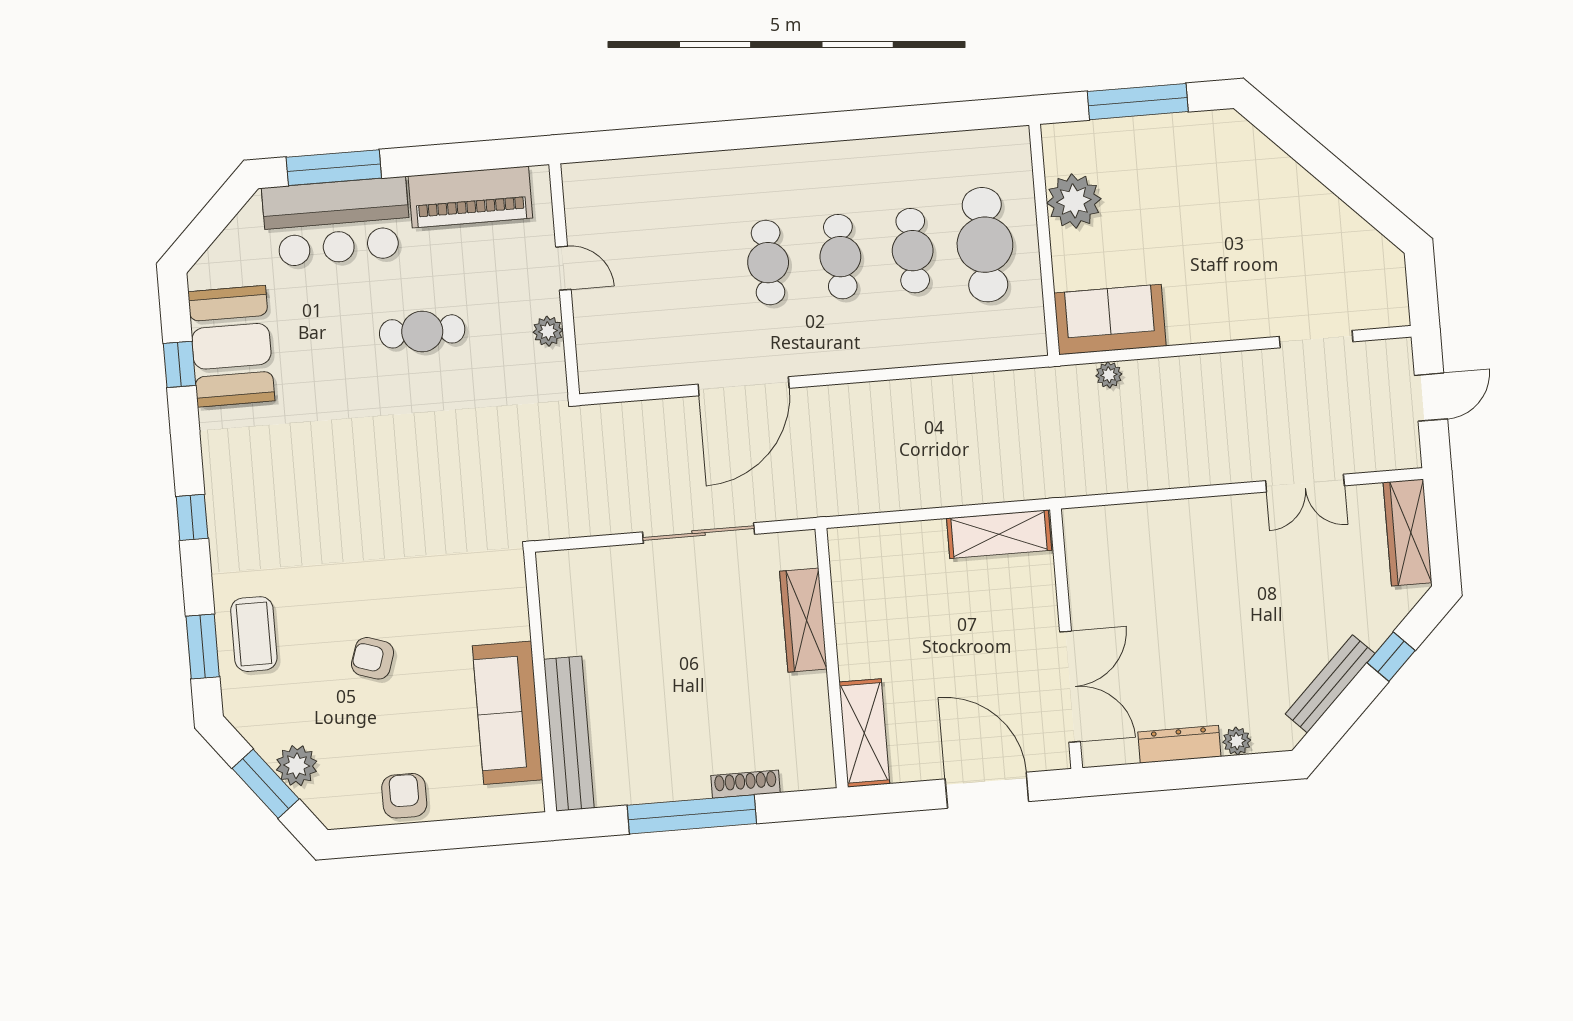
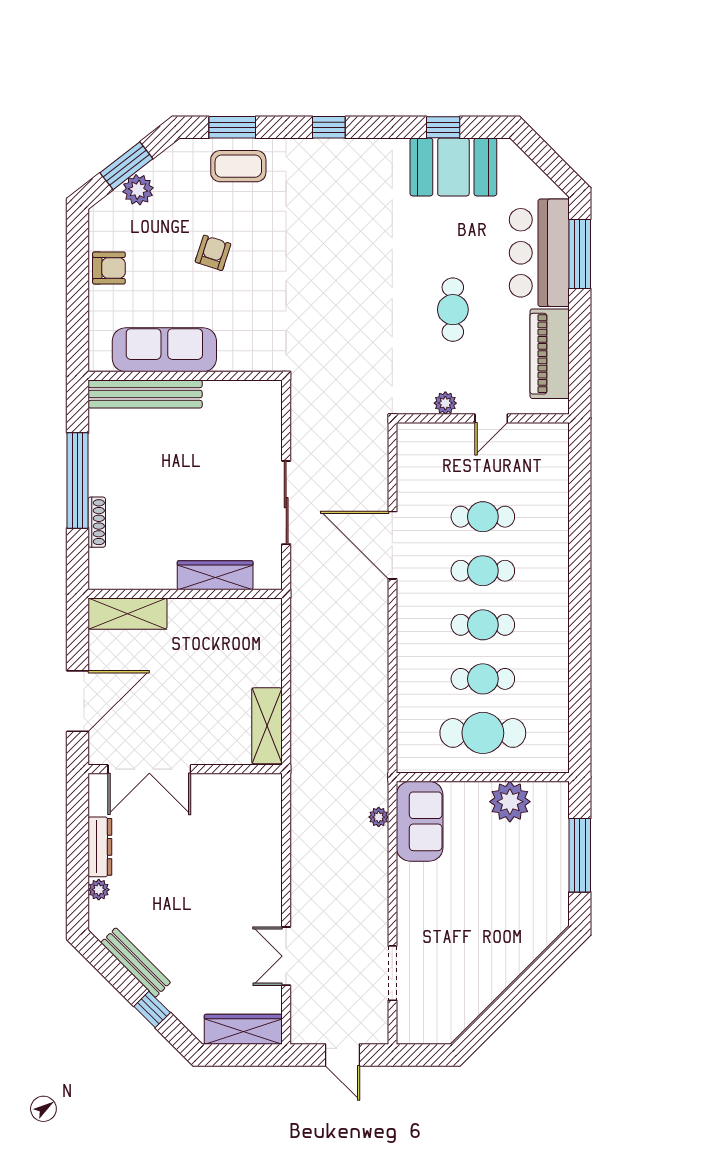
cafe table: (696, 268) -> (483, 517), added

